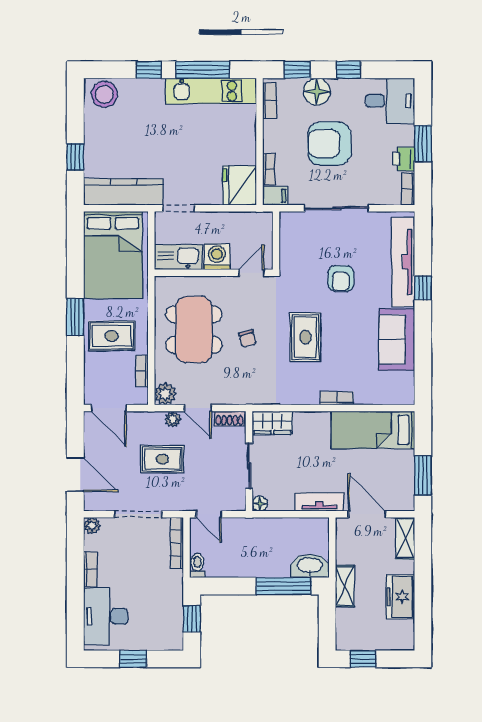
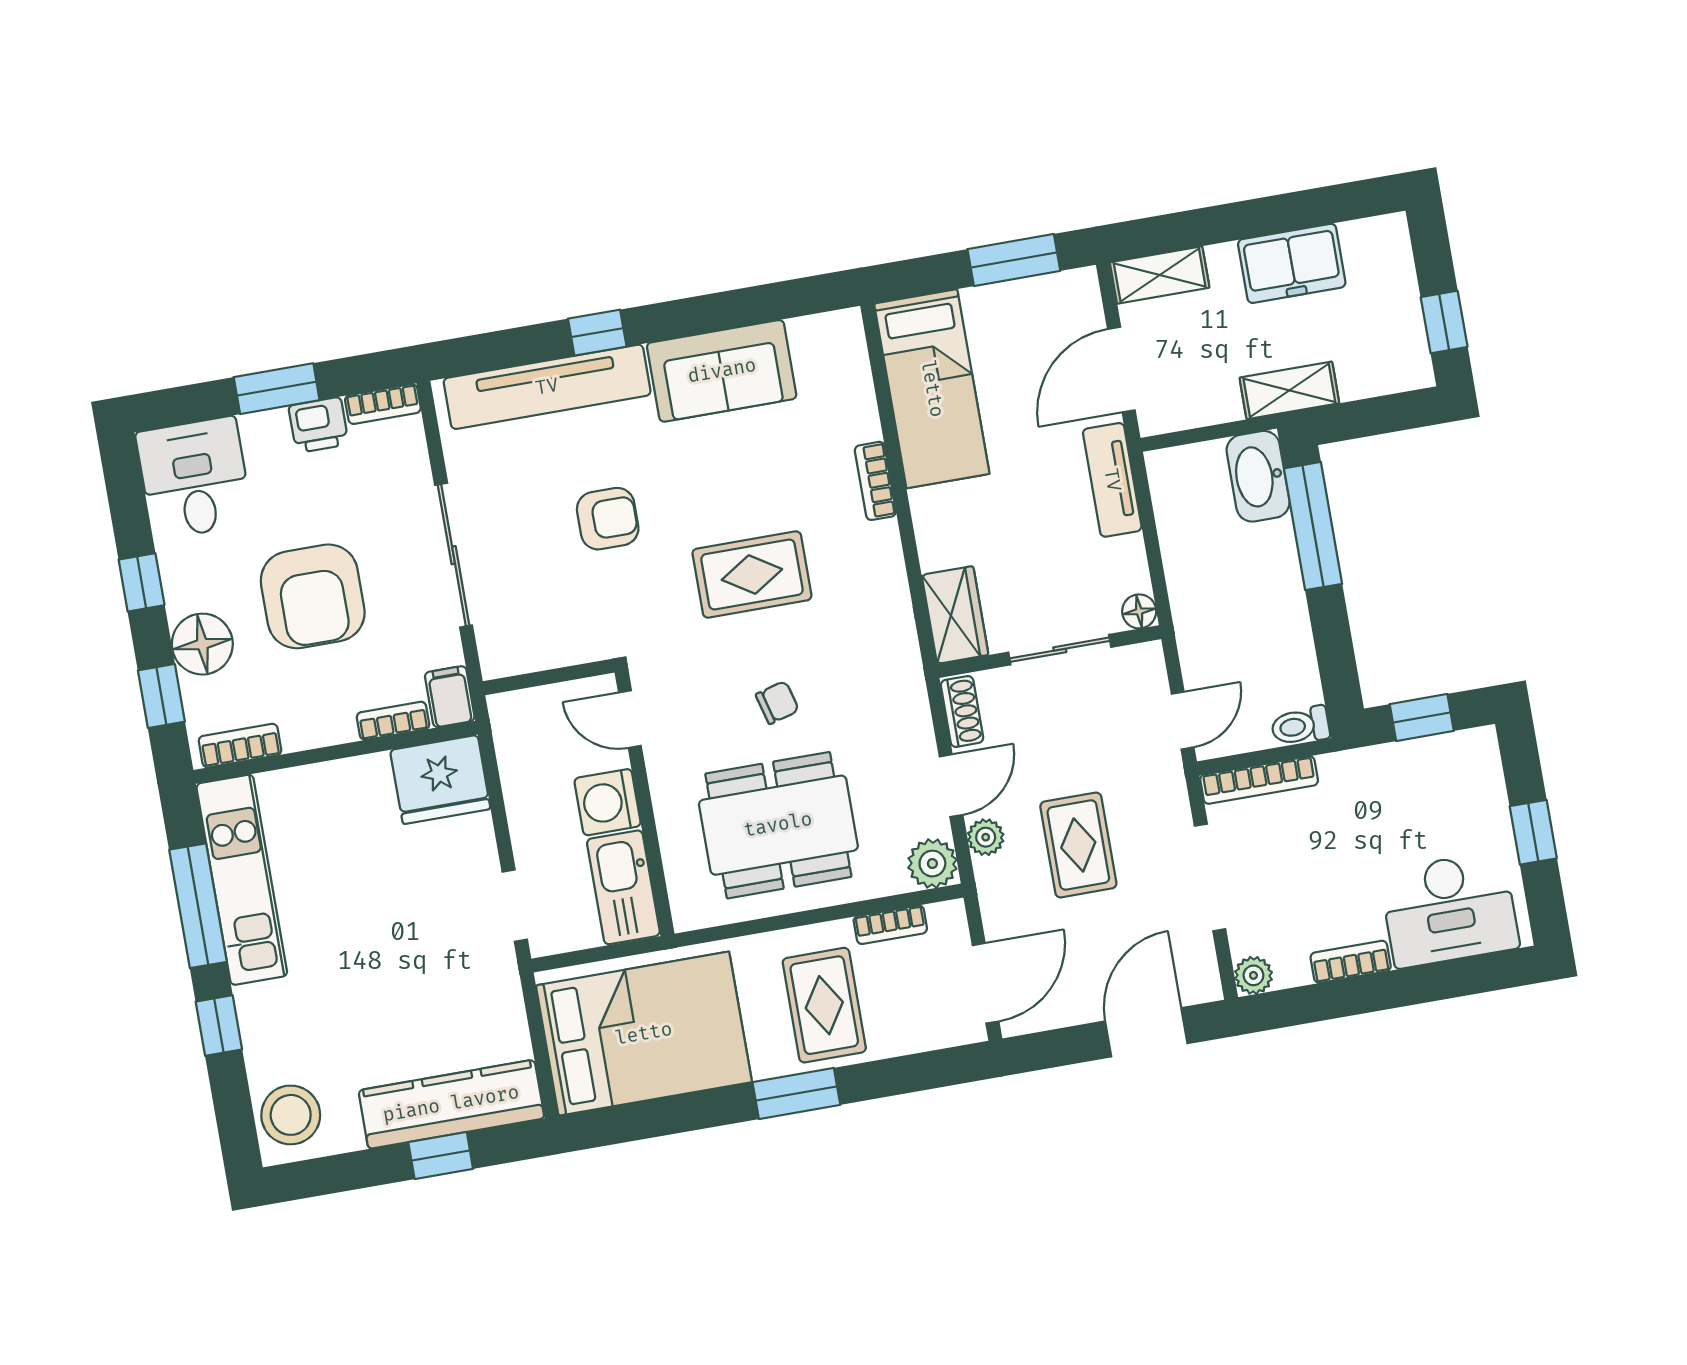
kitchen counter: (123, 192) -> (451, 1104), moved, turned 90

